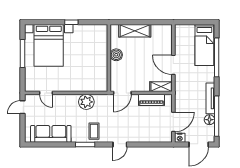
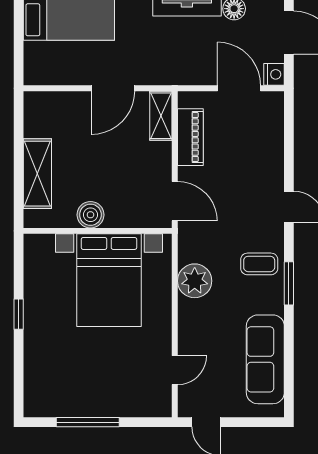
bed with nightstands: (49, 45) -> (109, 280), moved, turned 90

